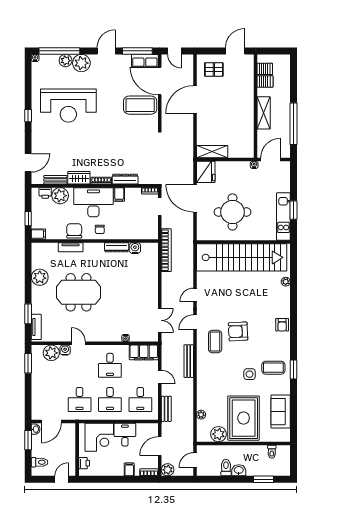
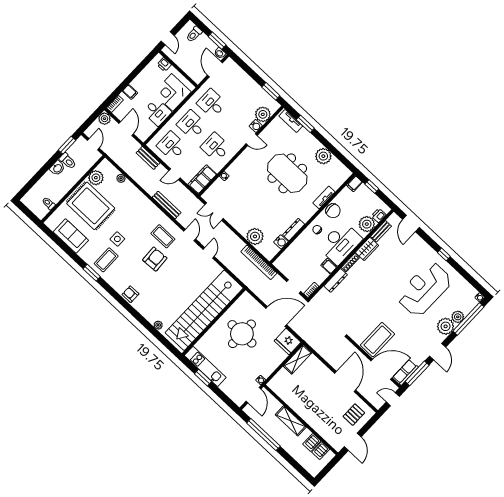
plant: (149, 272) -> (255, 236), added
meeting table: (79, 292) -> (287, 173), turned 90
window: (264, 479) -> (67, 145), moved

